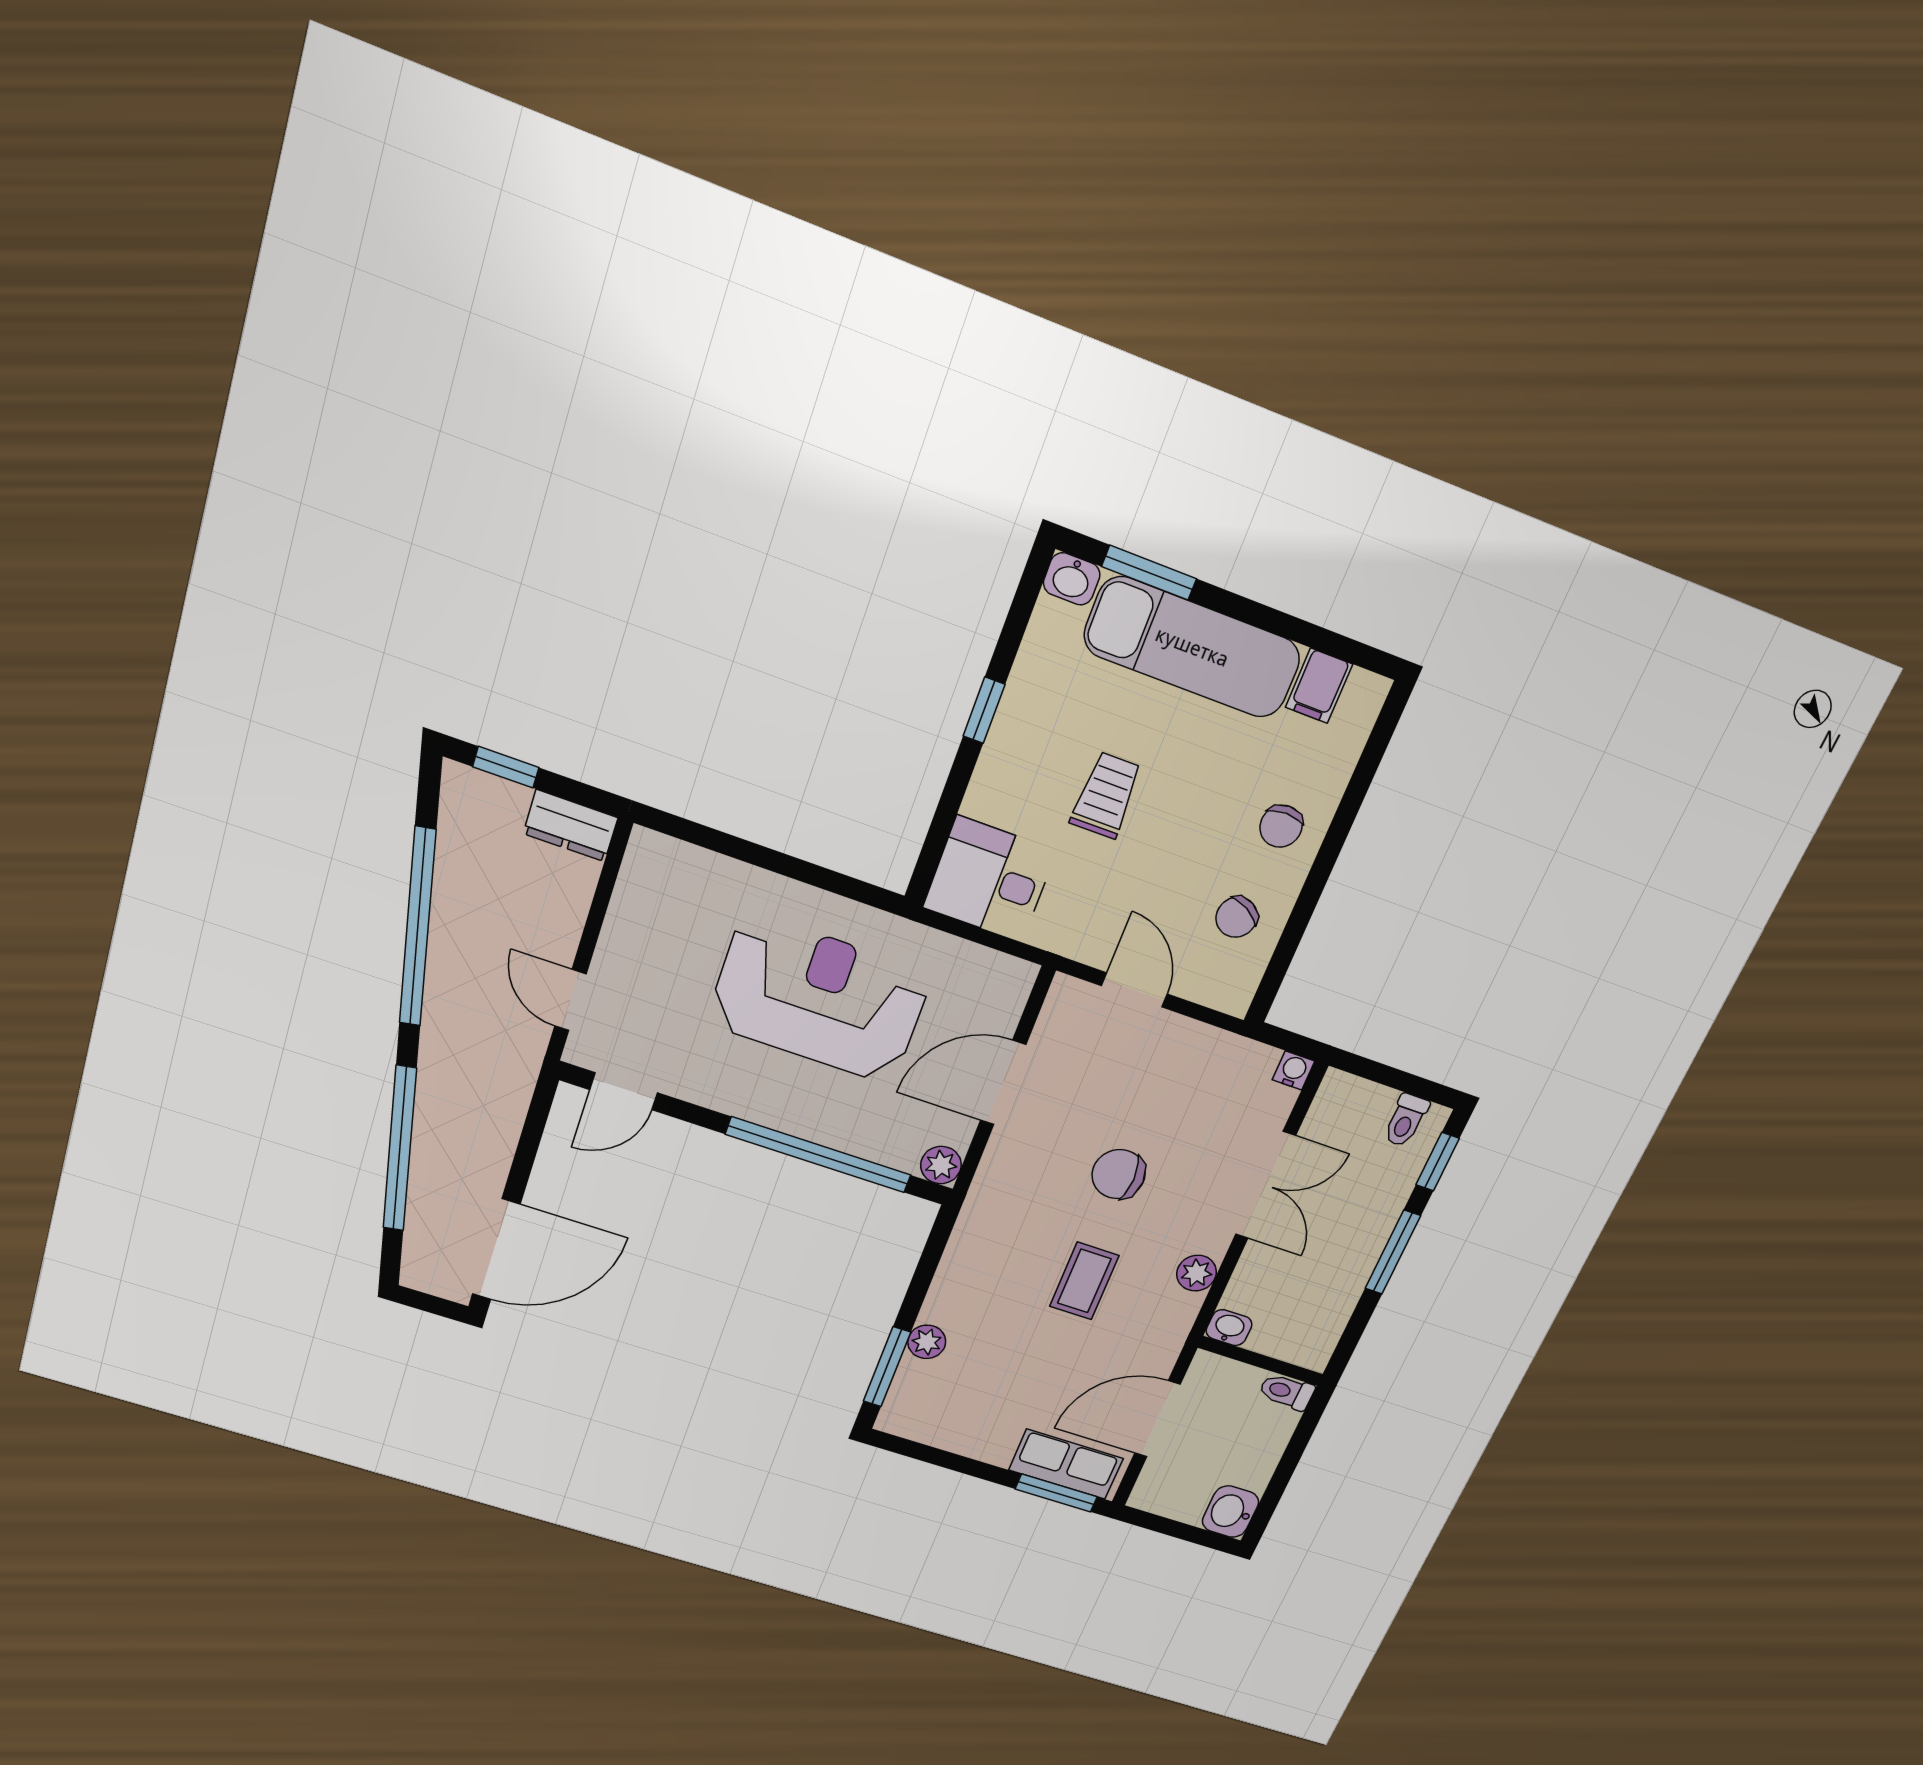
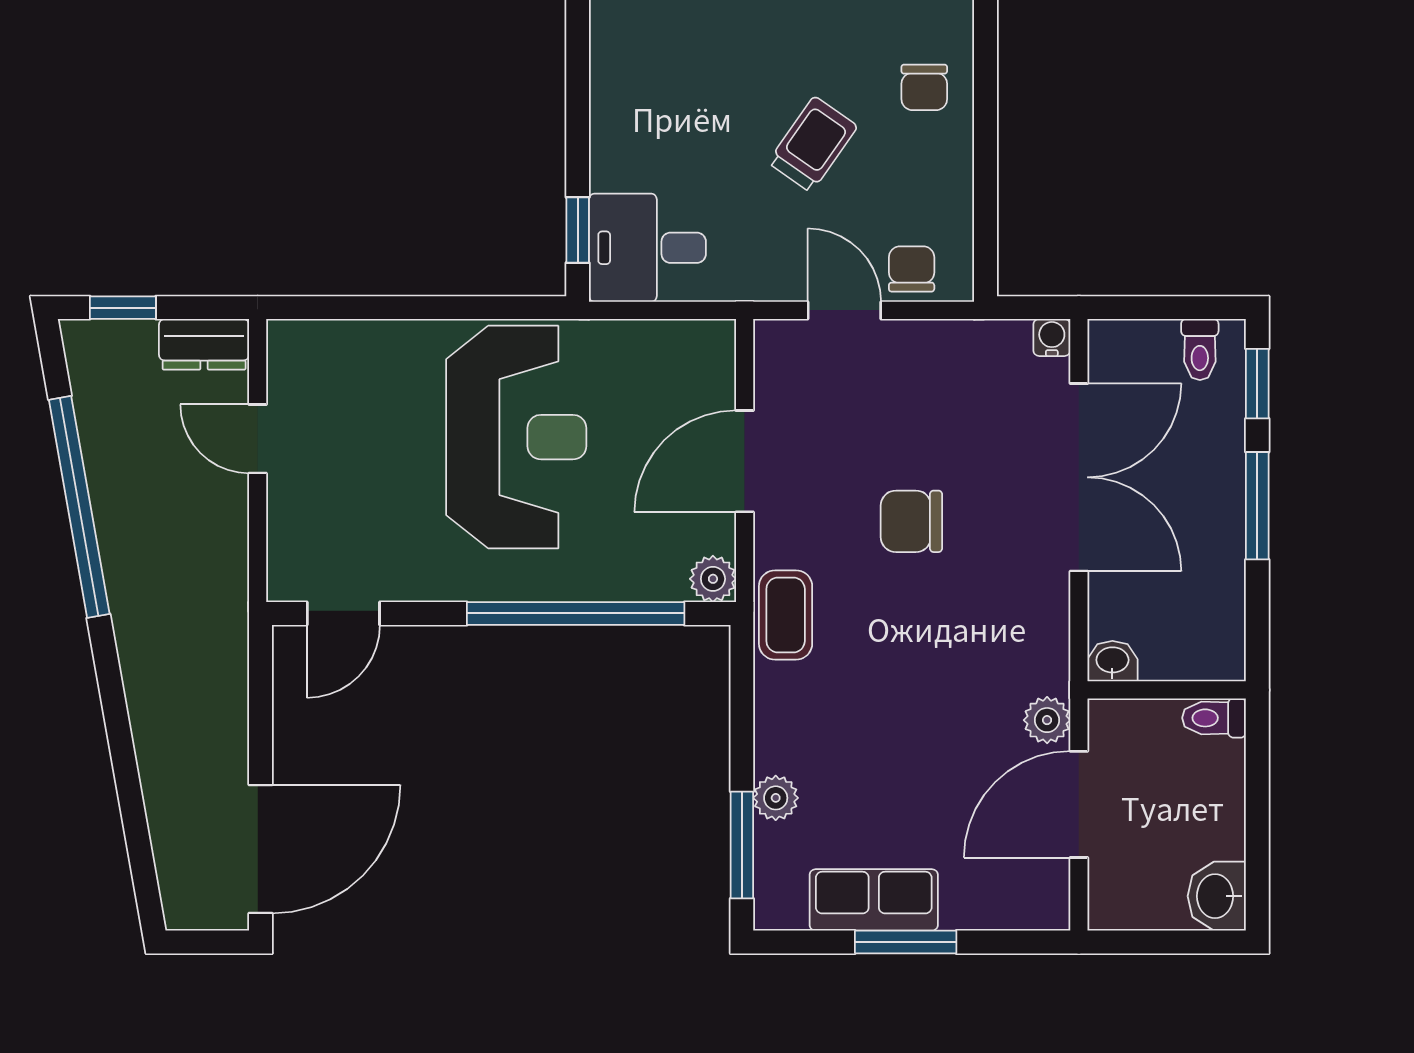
window: (984, 710) -> (578, 230), moved
trolley: (1106, 795) -> (813, 144), moved, turned 35
chair: (1237, 917) -> (912, 269), moved, turned 152
reception desk: (819, 999) -> (516, 437), turned 90
door: (570, 1000) -> (258, 439), moved
window: (400, 1149) -> (125, 764), removed
double door: (1265, 1185) -> (1079, 477), width x1.37
plant: (1197, 1273) -> (1047, 720), moved
coffee table: (1084, 1281) -> (786, 615), moved
row of seats: (1066, 1464) -> (874, 900), moved
window: (1056, 1493) -> (906, 942), moved

